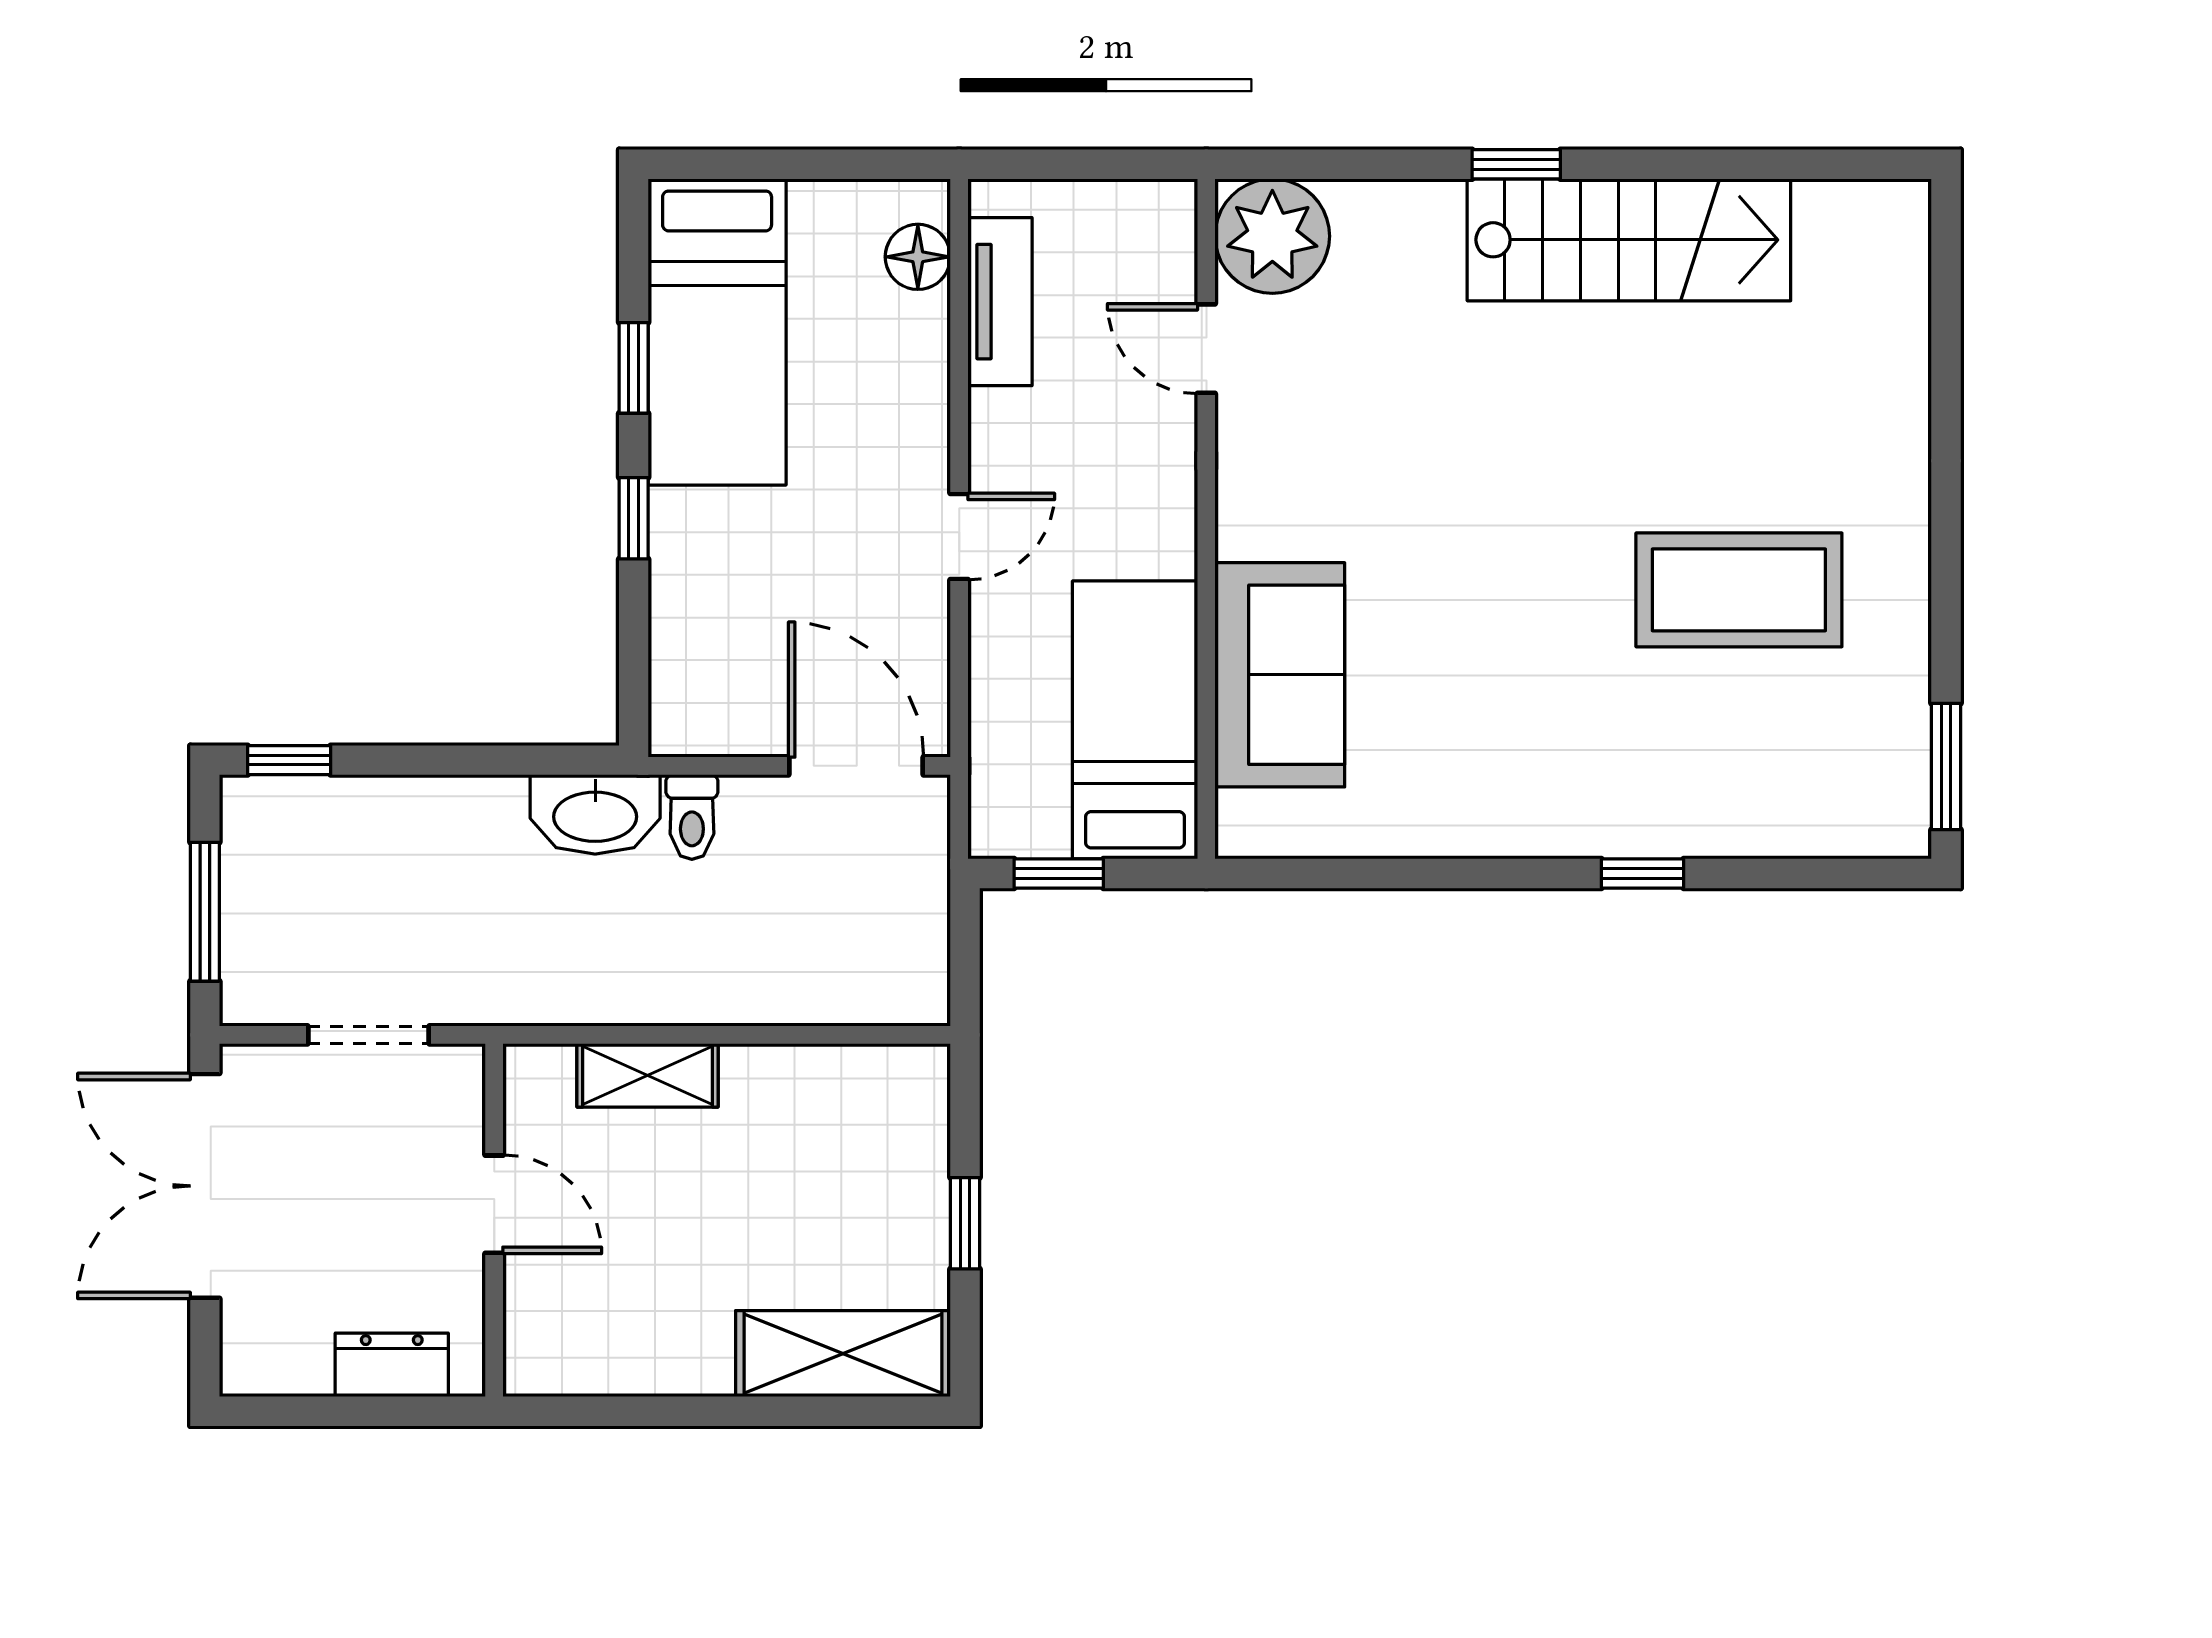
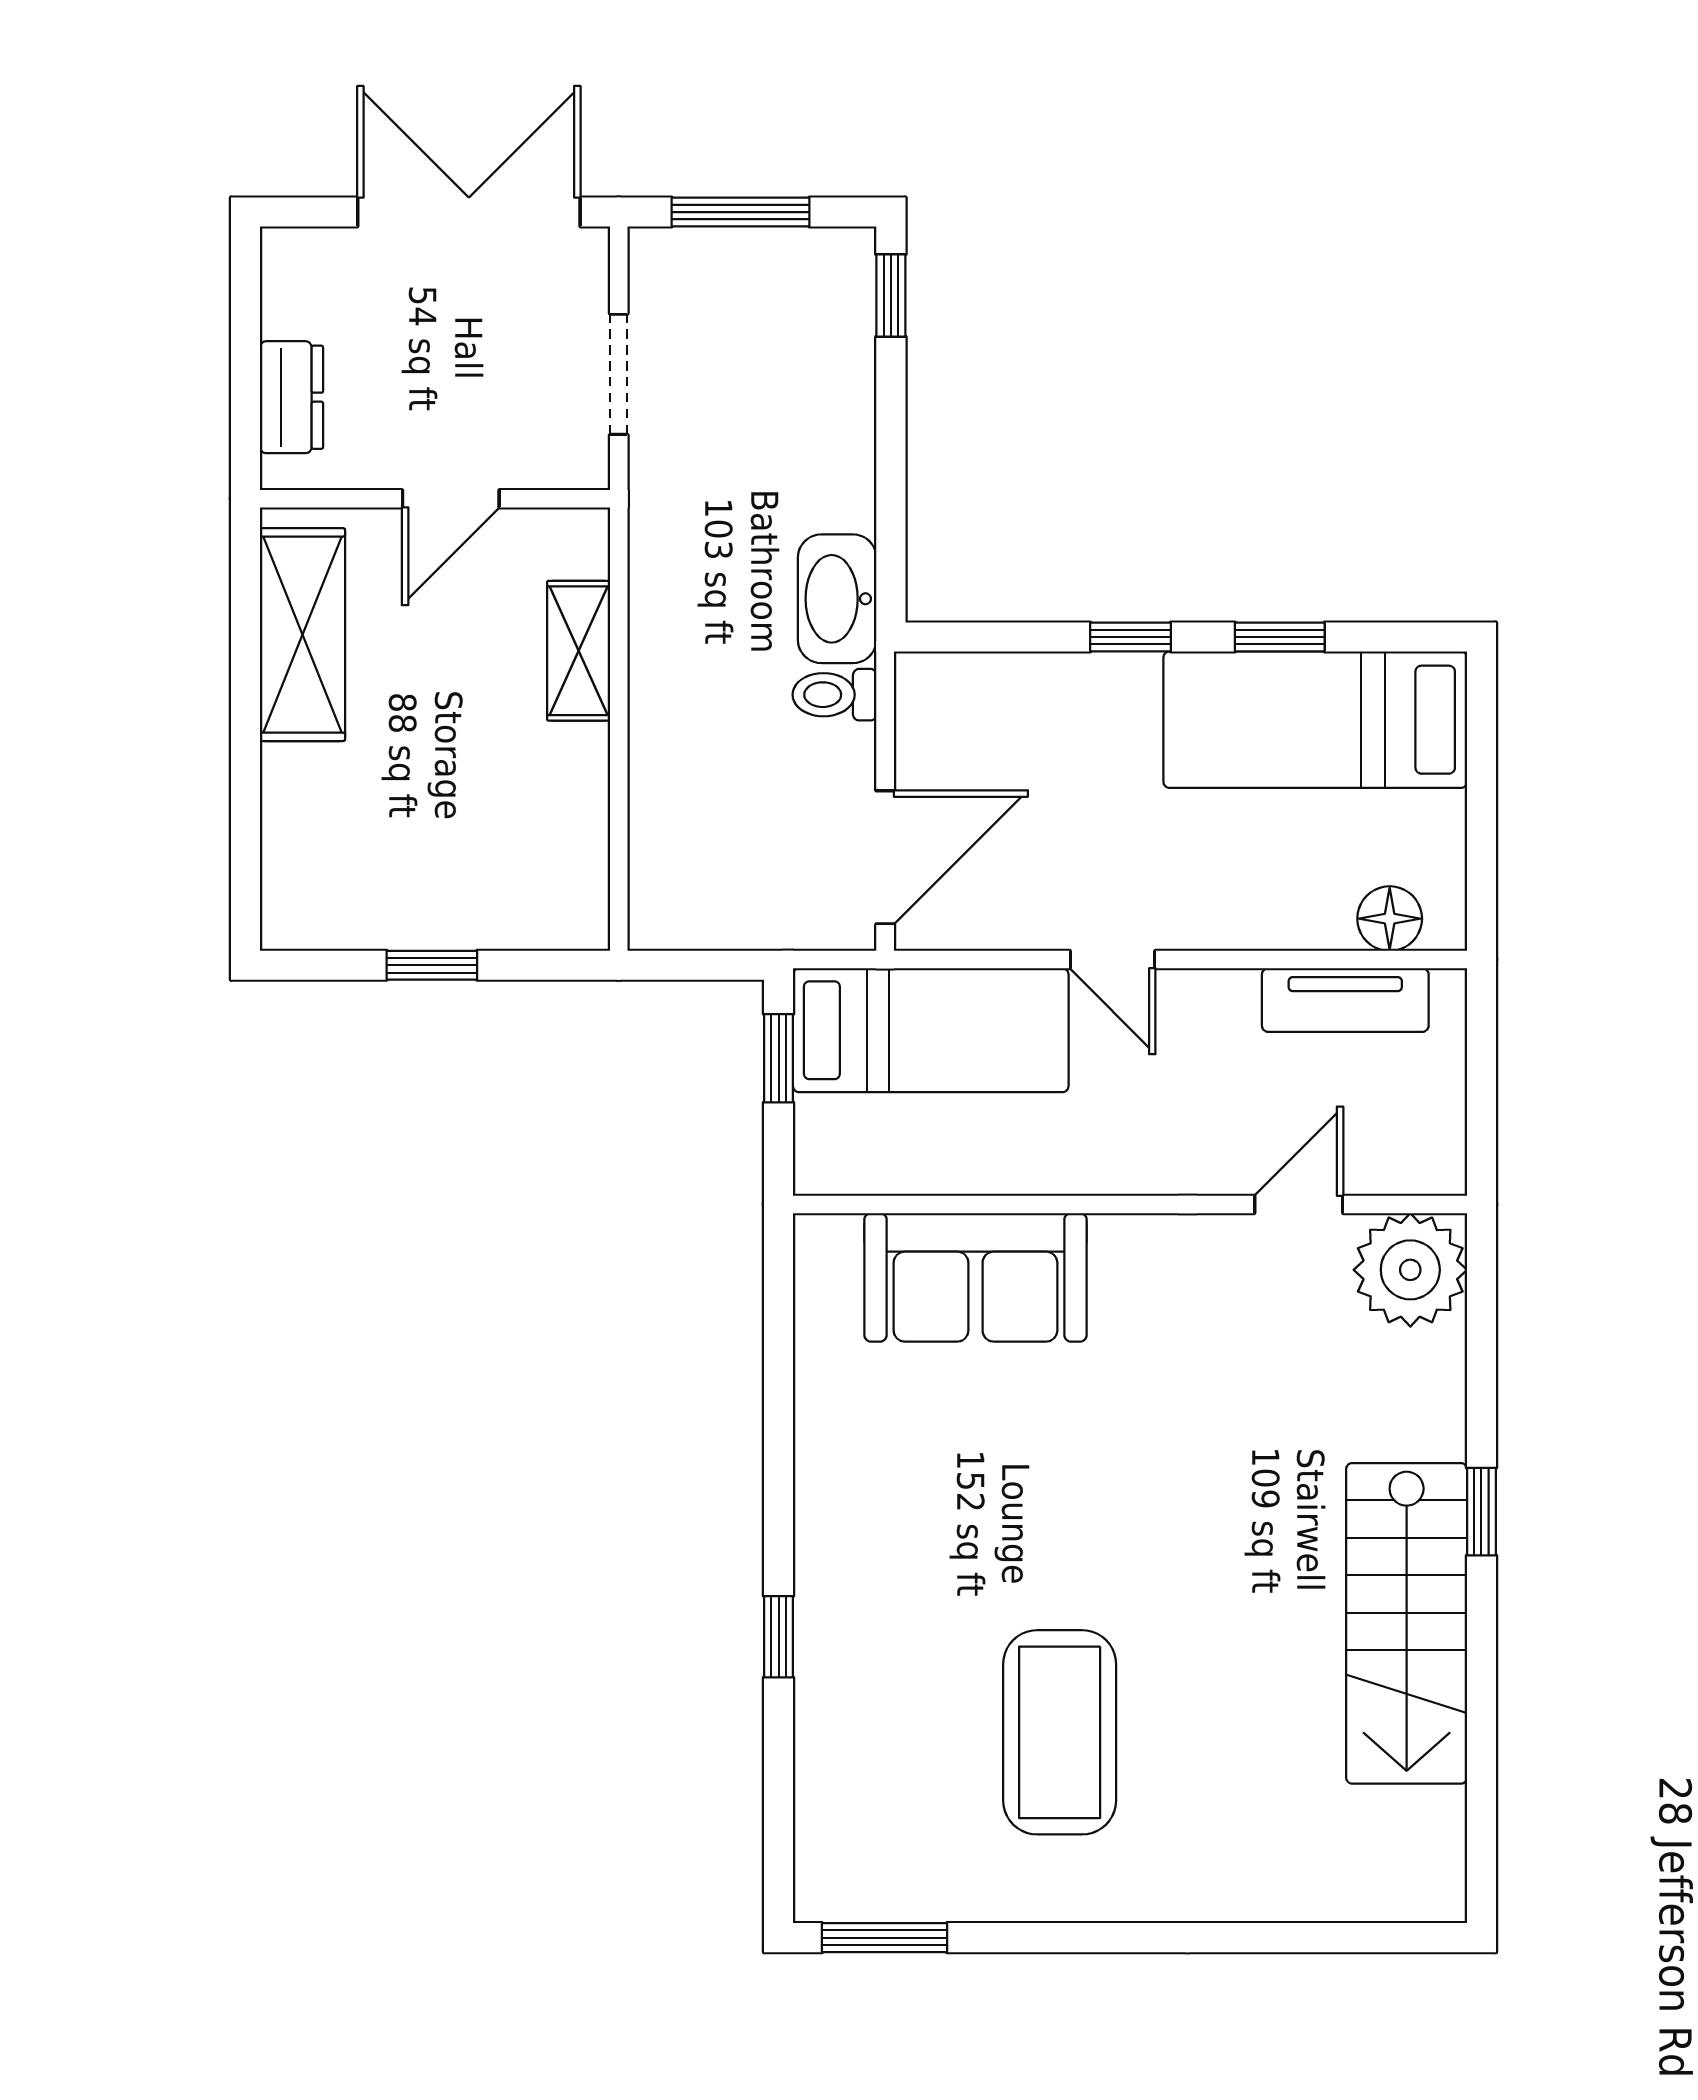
bed: (1135, 720) -> (931, 1030), moved
shelving: (843, 1354) -> (303, 635), moved

